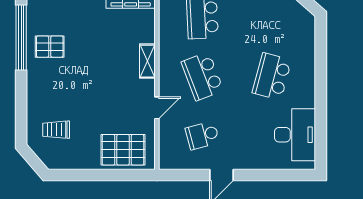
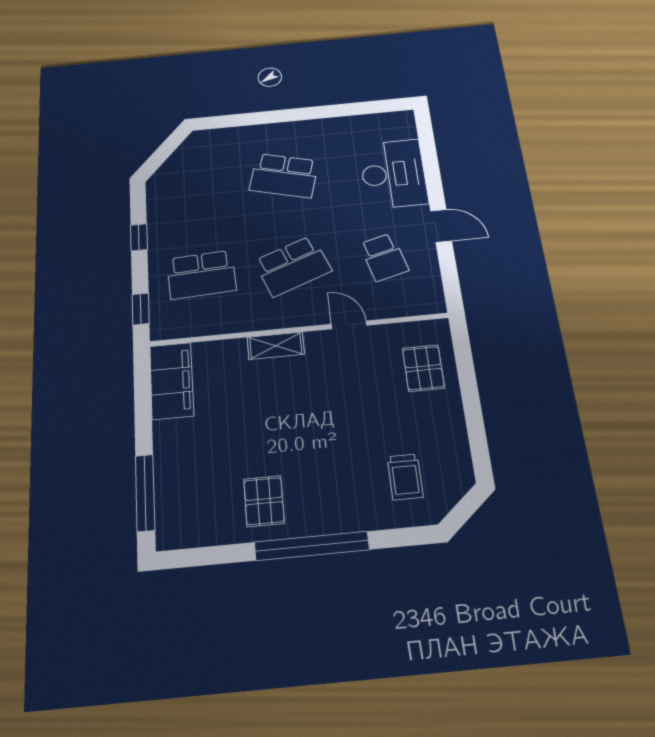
window: (21, 37) -> (312, 546), moved
desk: (295, 135) -> (393, 174), moved, turned 90
pallet: (123, 150) -> (423, 368), width x0.67, depth x0.71

